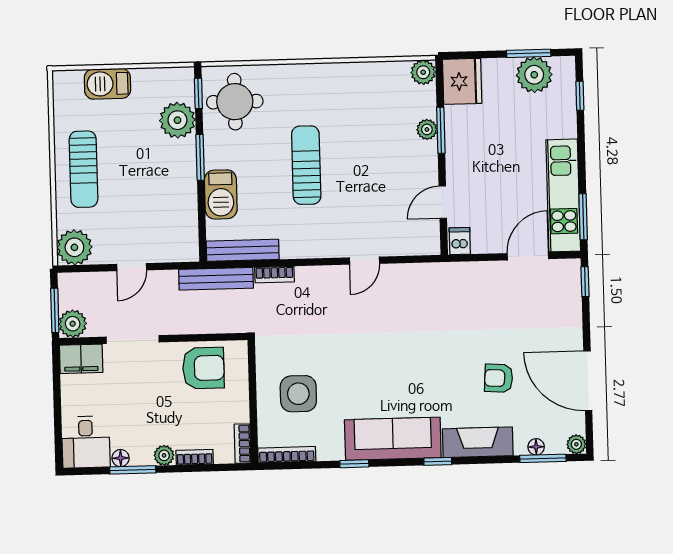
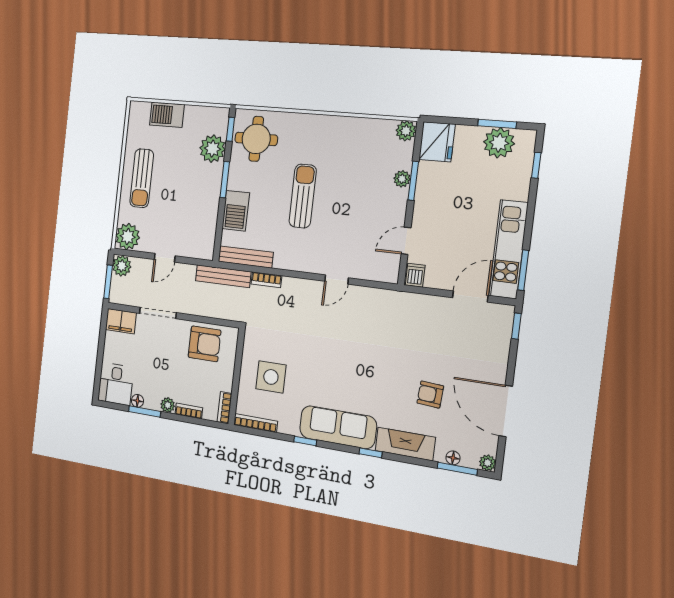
plant: (73, 324) -> (122, 266), moved

